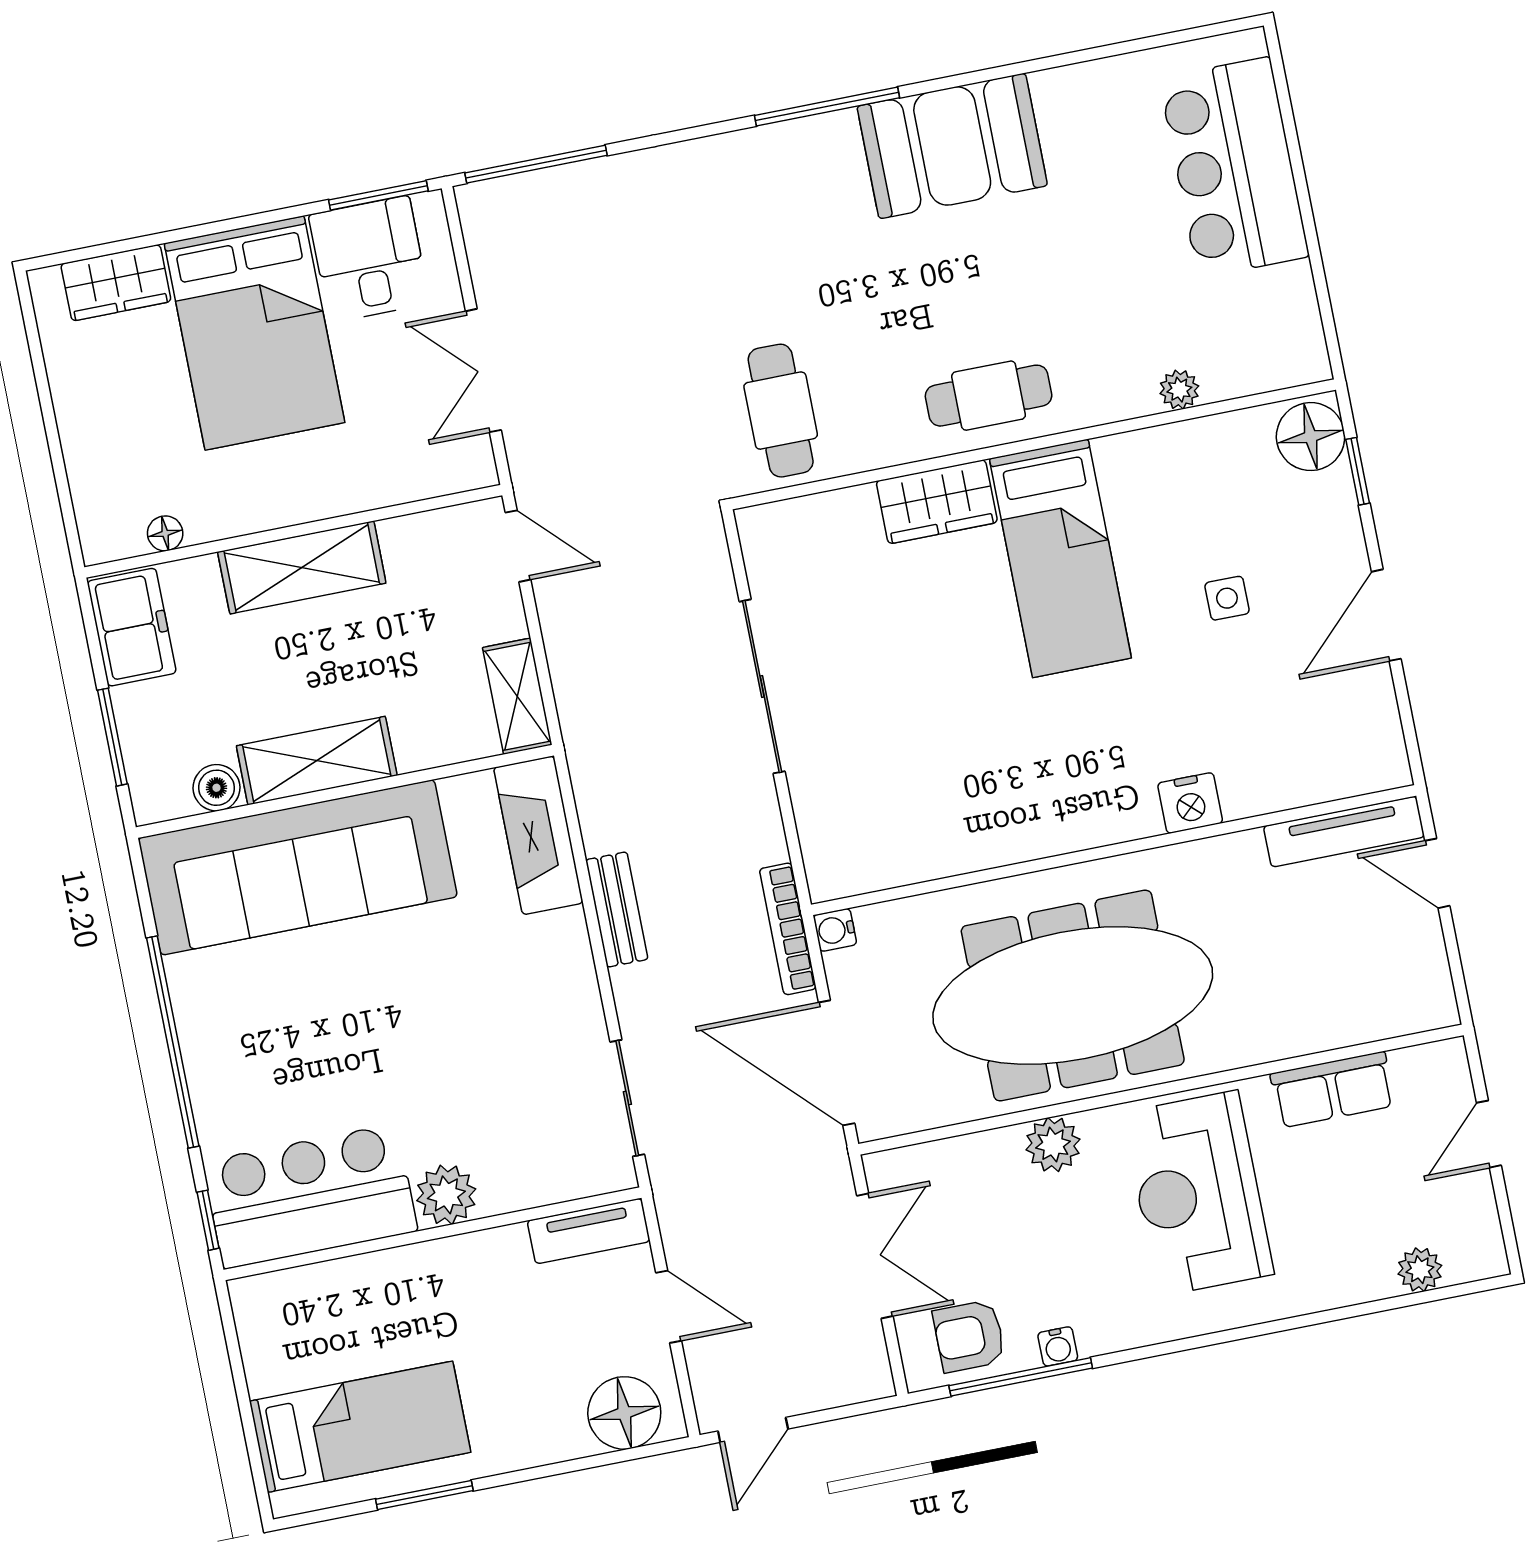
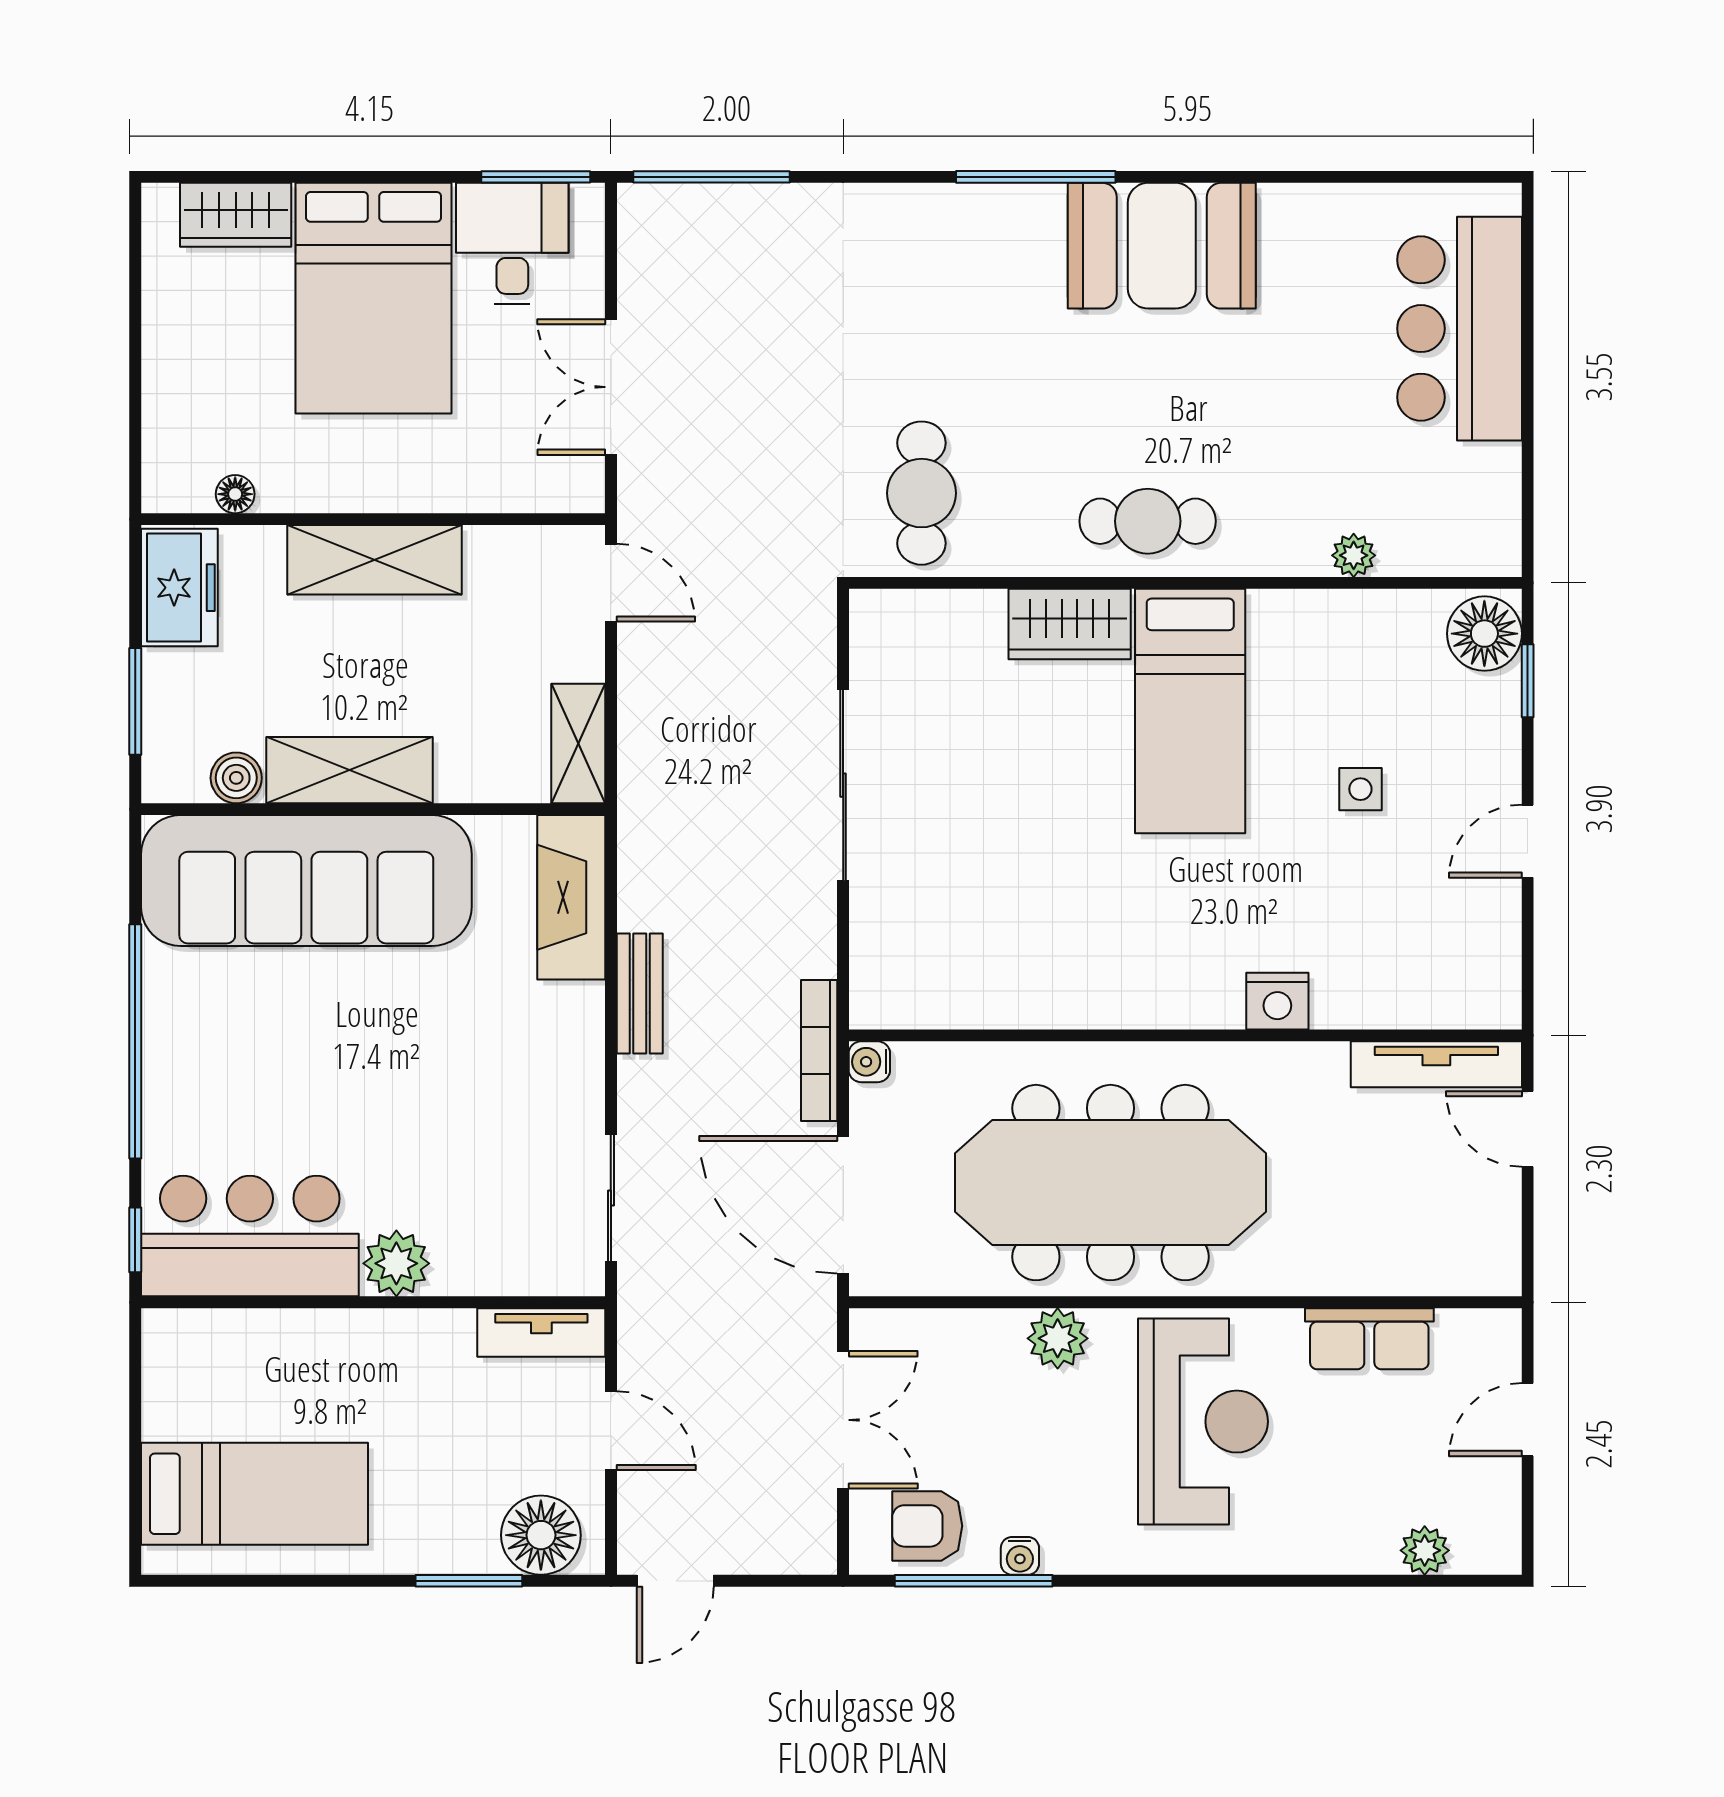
door: (1386, 615) -> (1528, 841), width x0.73
reception desk: (1198, 1193) -> (1203, 1422), turned 180
window: (424, 1495) -> (469, 1581), moved

